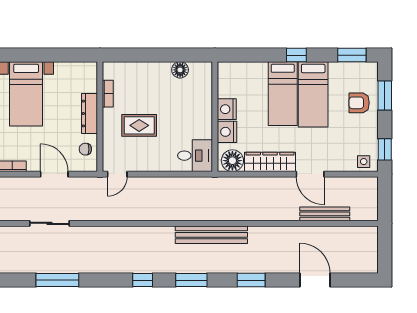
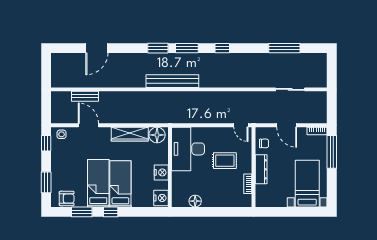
window: (352, 55) -> (82, 212), moved
armchair: (359, 103) -> (67, 199), moved
nightstand: (227, 132) -> (161, 198), moved
desk: (195, 156) -> (188, 149), width x1.87, depth x1.30
door: (117, 174) -> (241, 125), swing flipped
door: (310, 174) -> (88, 125), moved
bench: (325, 214) -> (85, 96), width x0.73
window: (251, 280) -> (158, 48), moved
door: (315, 280) -> (97, 48), hinge flipped

